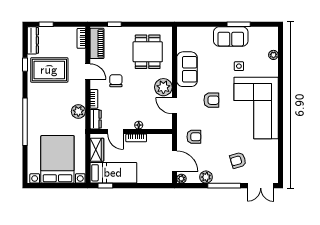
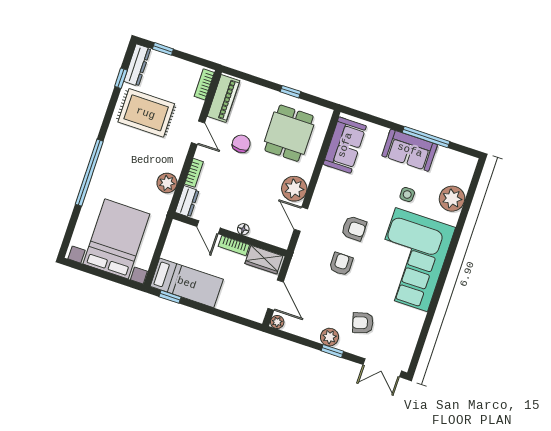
window: (114, 24) -> (291, 92), moved
window: (239, 24) -> (426, 137), width x1.44
plant: (273, 55) -> (452, 199), width x1.87, depth x1.87
window: (25, 65) -> (121, 78), moved
sofa: (187, 69) -> (345, 145), moved
chair: (116, 81) -> (241, 144), moved
armchair: (194, 137) -> (341, 264), moved, turned -90
wardrobe: (97, 150) -> (264, 260), moved, turned 90
plant: (206, 177) -> (330, 337), moved
window: (224, 186) -> (332, 351), width x0.46

